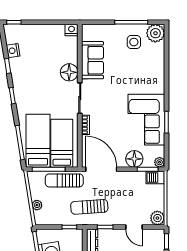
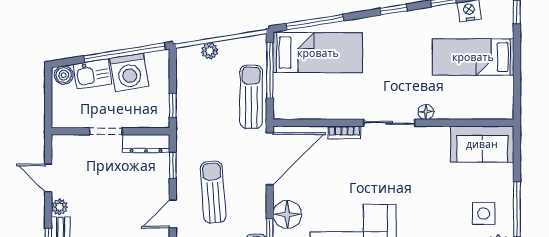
nightstand: (72, 30) -> (504, 109), removed
sofa: (92, 60) -> (482, 144), moved
floor lamp: (69, 72) -> (426, 112), width x0.53, depth x0.53
bed: (62, 143) -> (473, 57), moved, turned 180
sun lounger: (89, 207) -> (213, 192), moved

